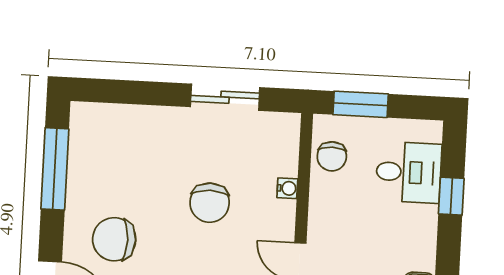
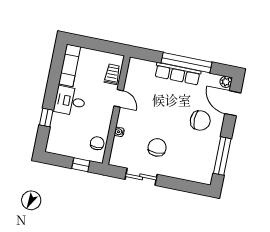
window: (361, 104) -> (81, 165), width x0.67
desk: (409, 172) -> (70, 101), moved
chair: (210, 203) -> (157, 147), moved

